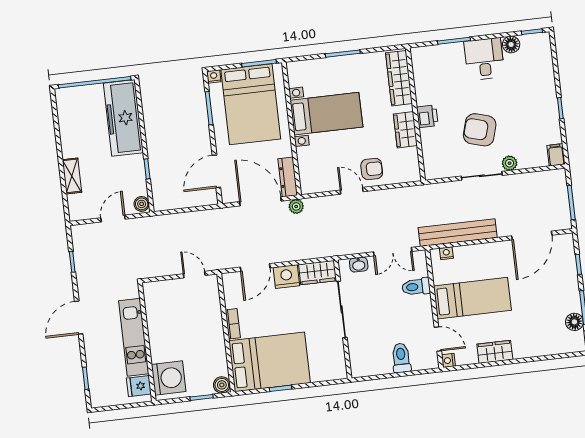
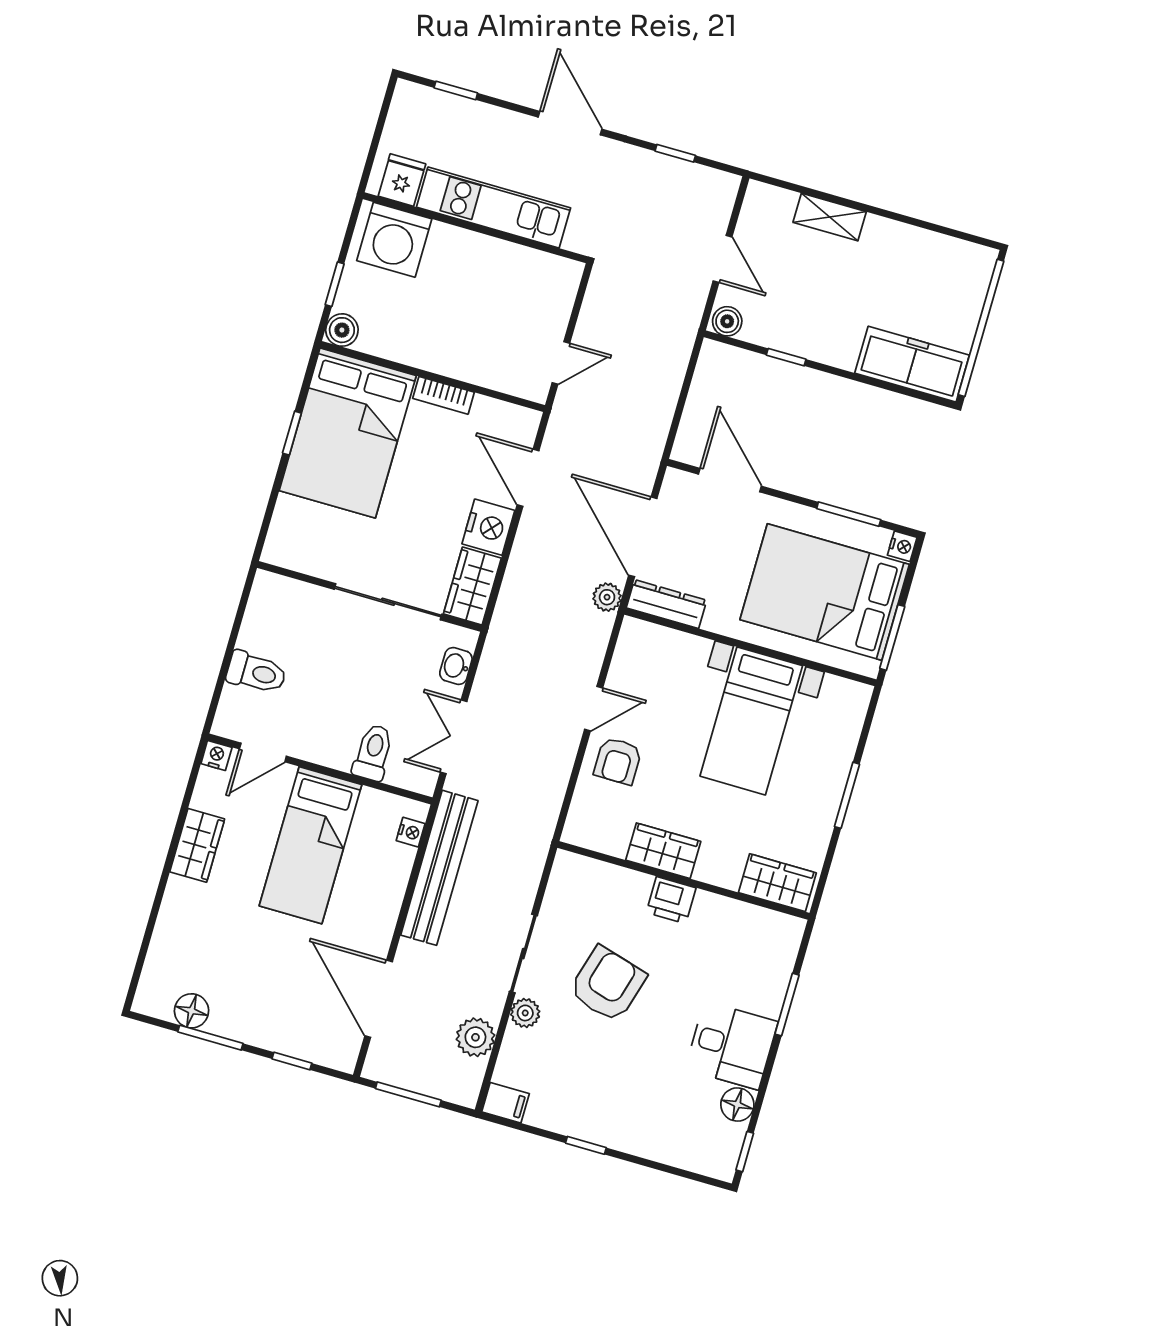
wardrobe: (399, 78) -> (777, 883), width x0.67
freezer: (123, 118) -> (912, 364), width x0.73, depth x0.79
plant: (531, 182) -> (475, 1037), added
door: (260, 201) -> (643, 537), swing flipped

